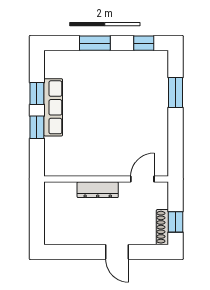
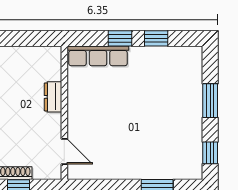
row of seats: (53, 107) -> (98, 56), moved
dresser: (98, 190) -> (53, 97), width x0.70

